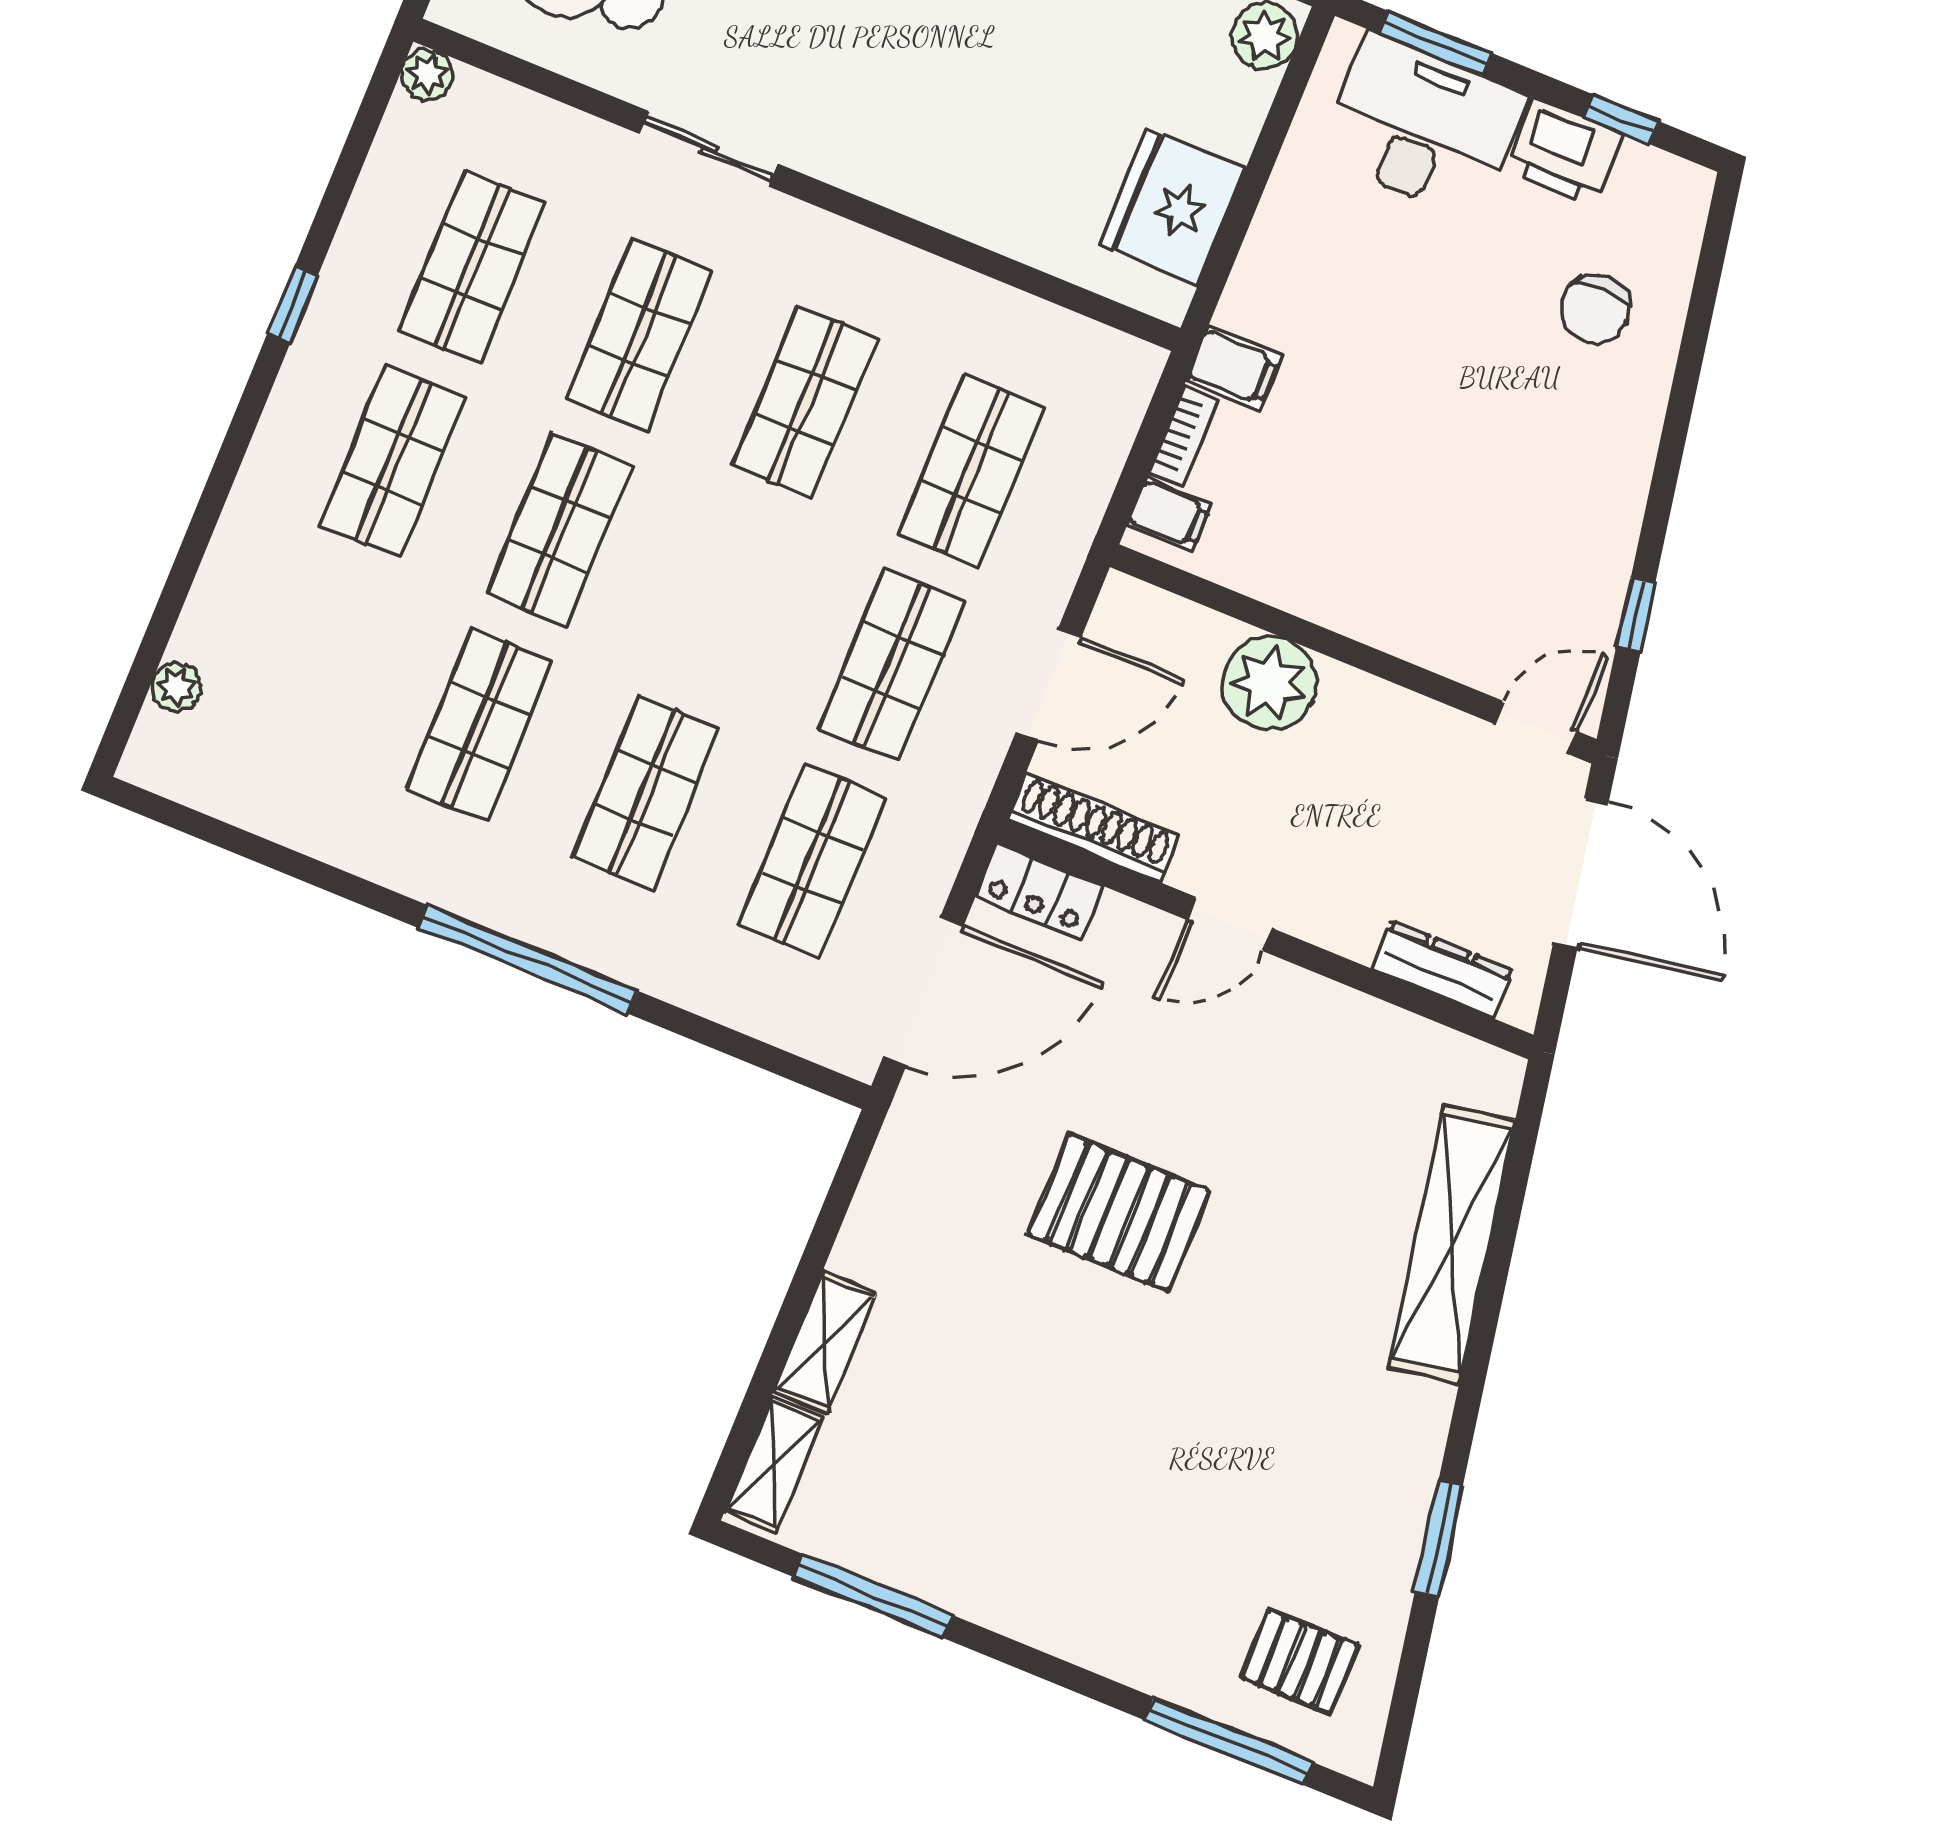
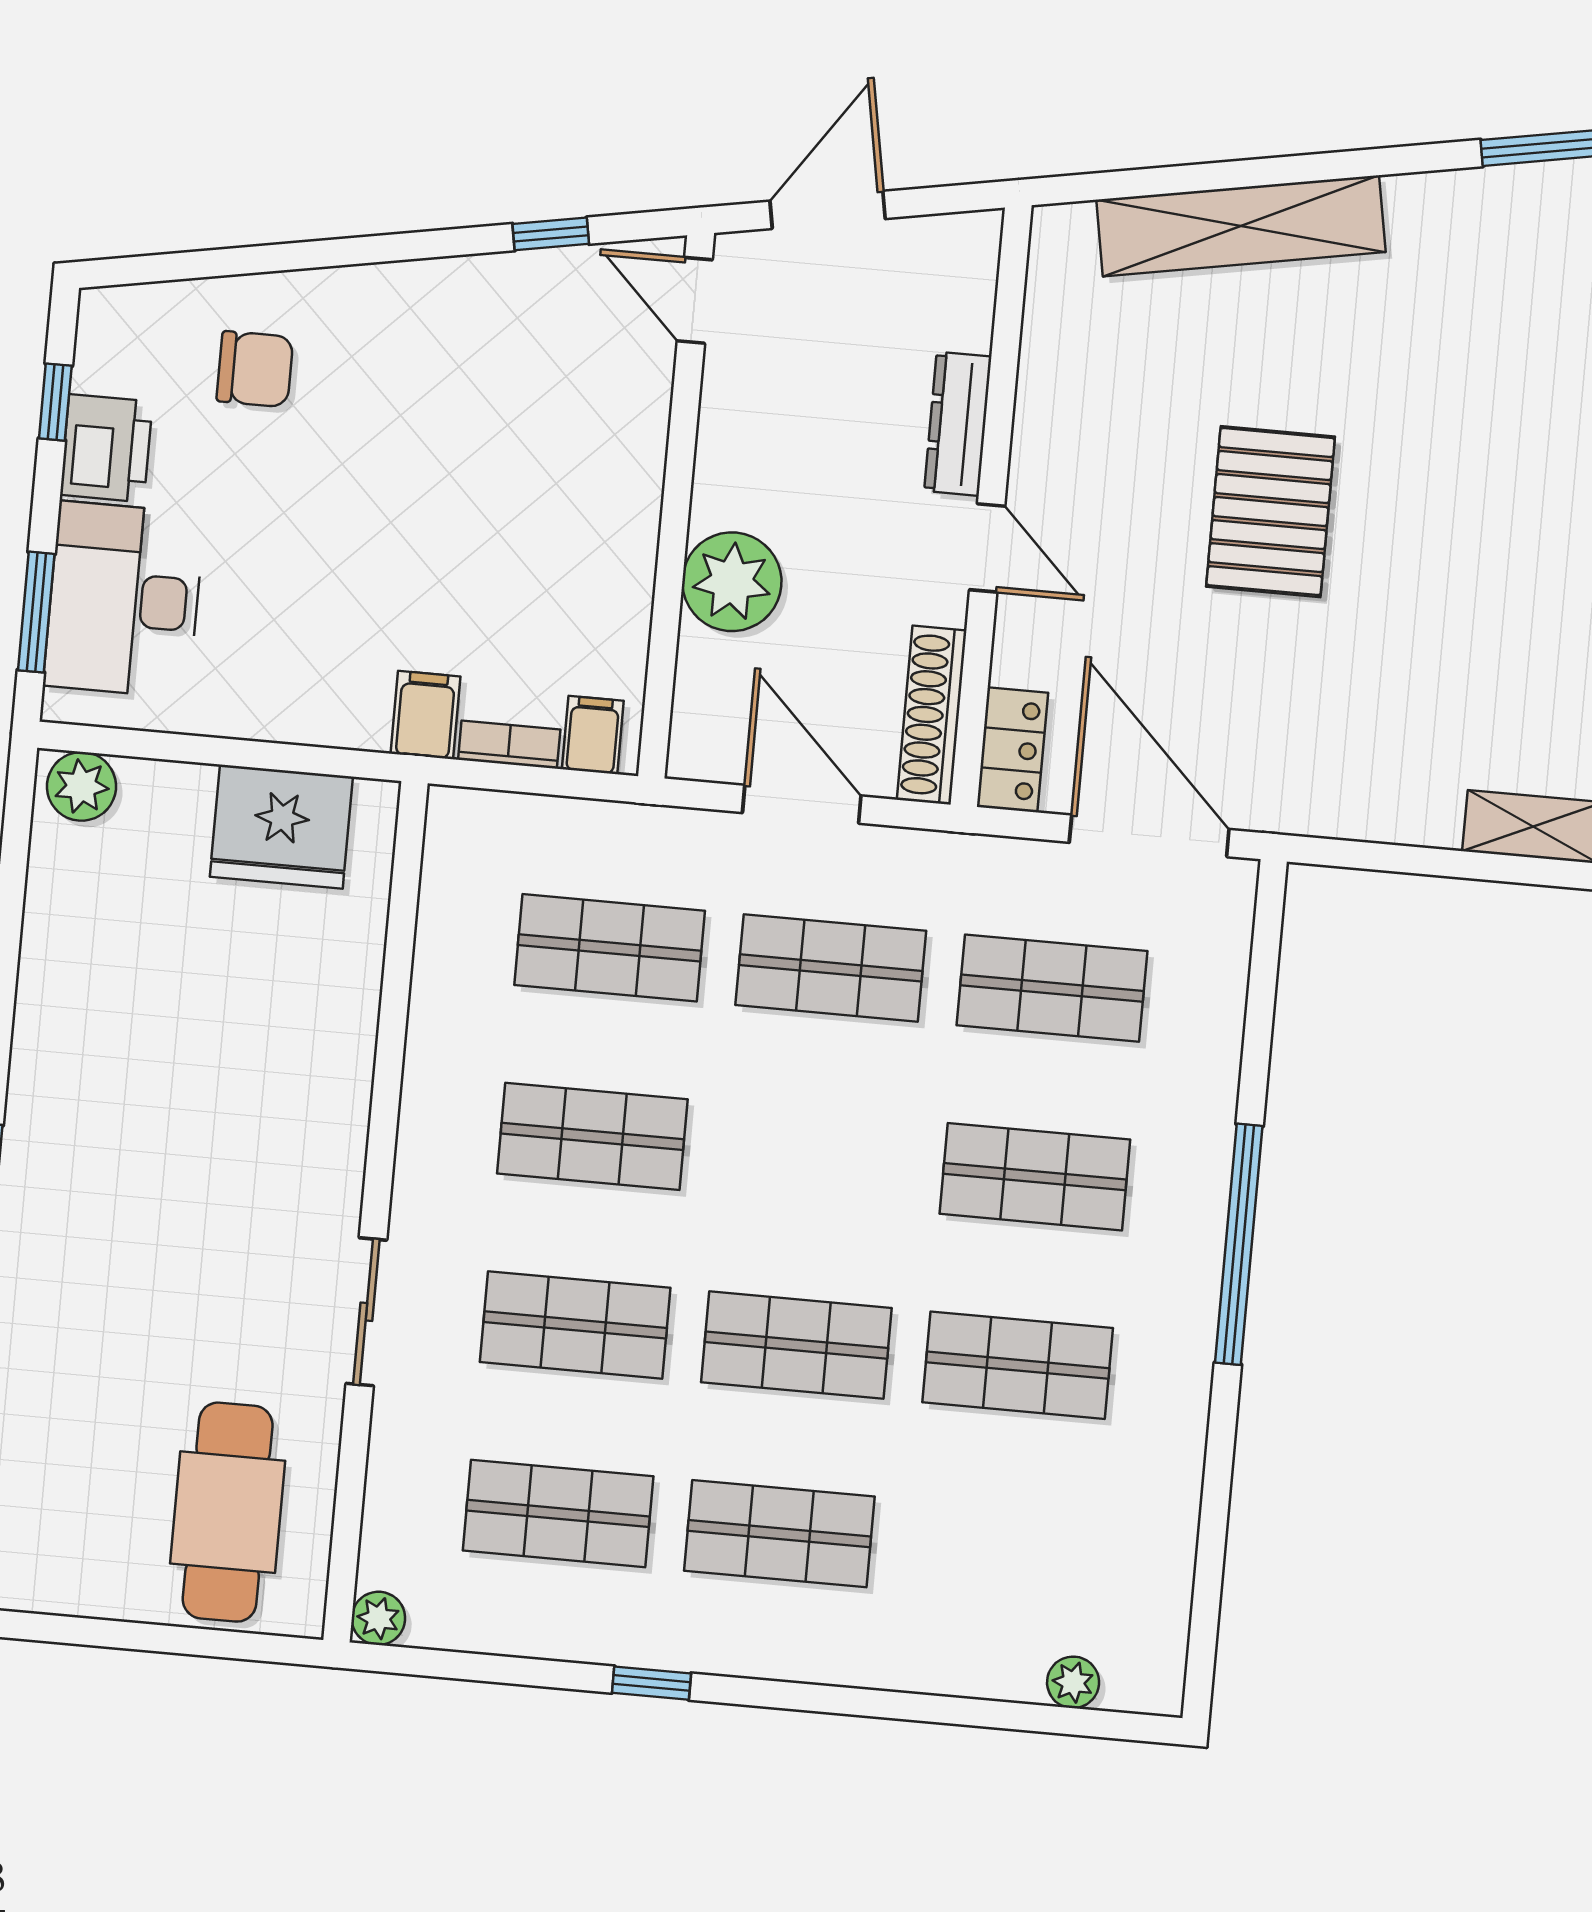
door: (1581, 873) -> (828, 210), width x0.73
dresser: (1443, 970) -> (958, 424), moved
pallet: (1119, 1213) -> (1271, 512), moved

